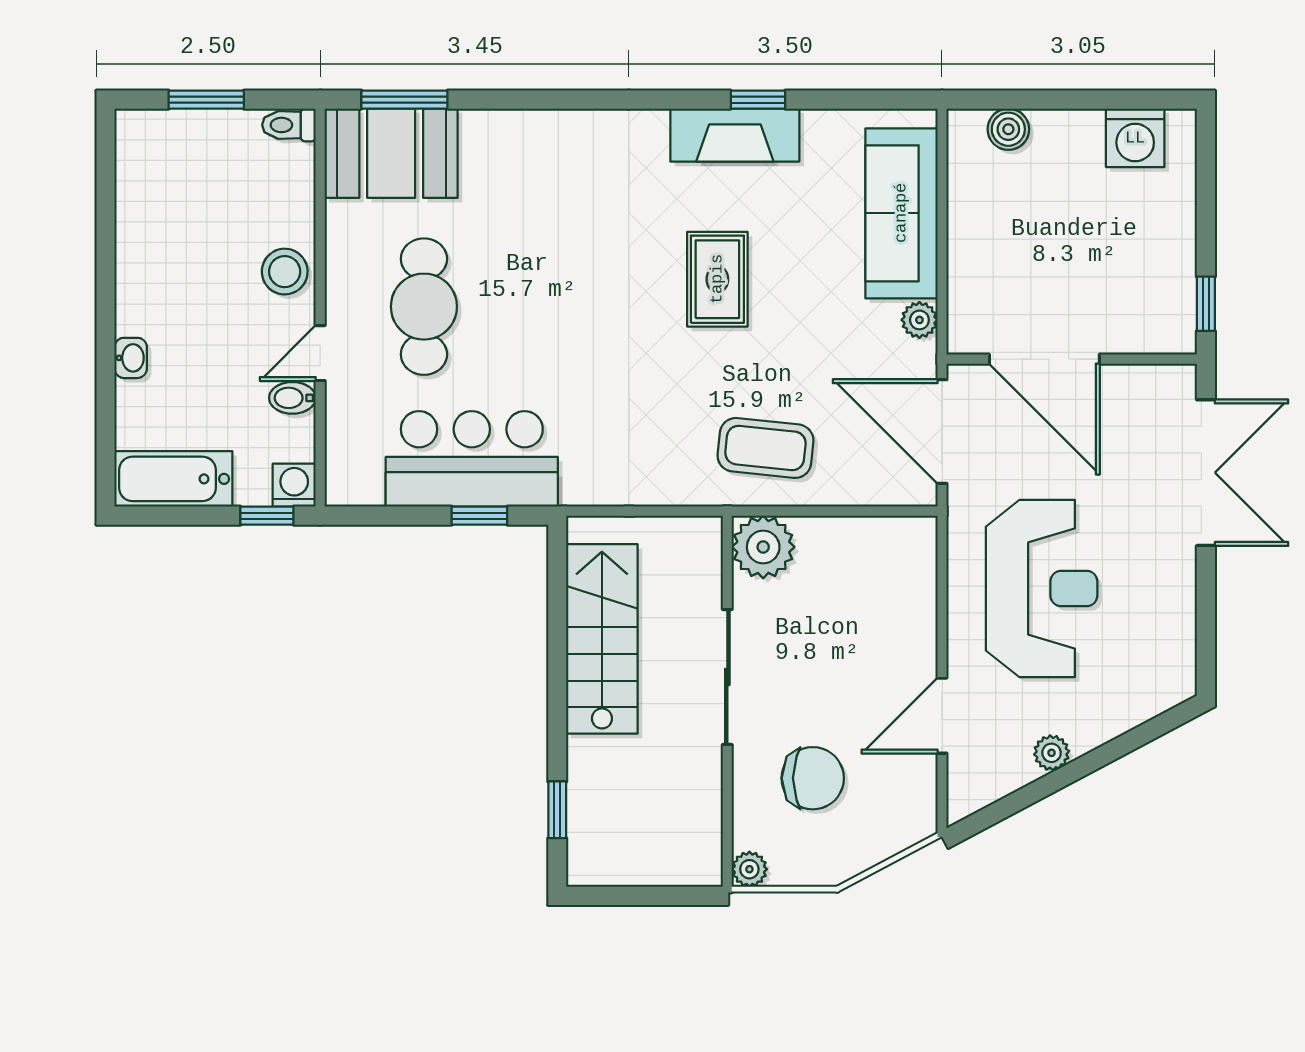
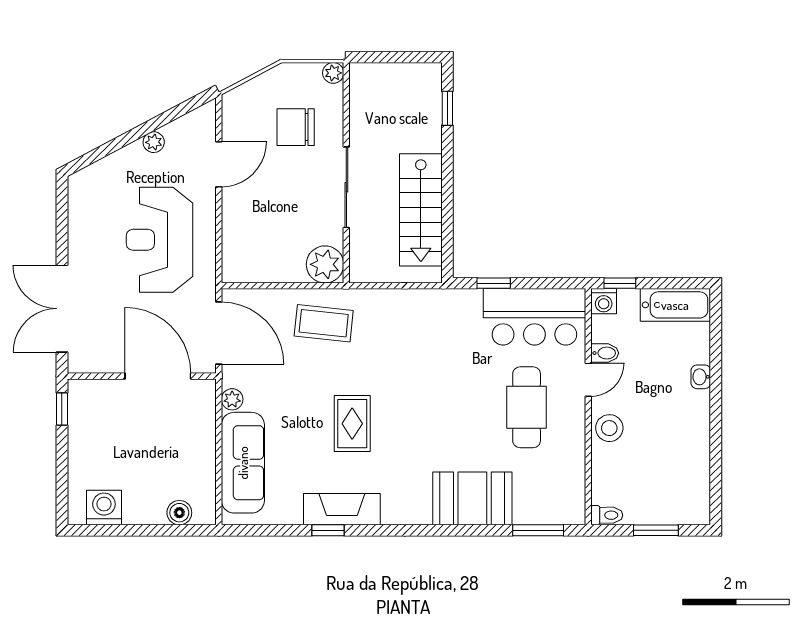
booth: (391, 153) -> (472, 498), moved
bar counter: (472, 459) -> (534, 317), moved

